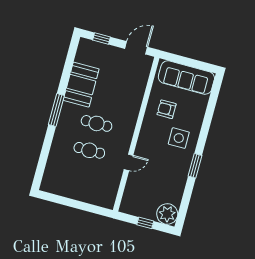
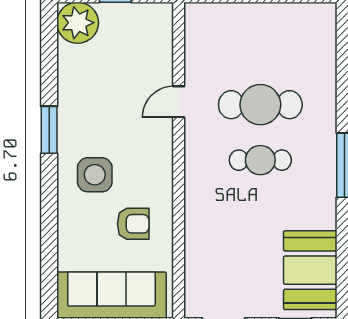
booth: (81, 85) -> (310, 270), moved
cafe table: (89, 150) -> (260, 105), width x1.37, depth x1.35

